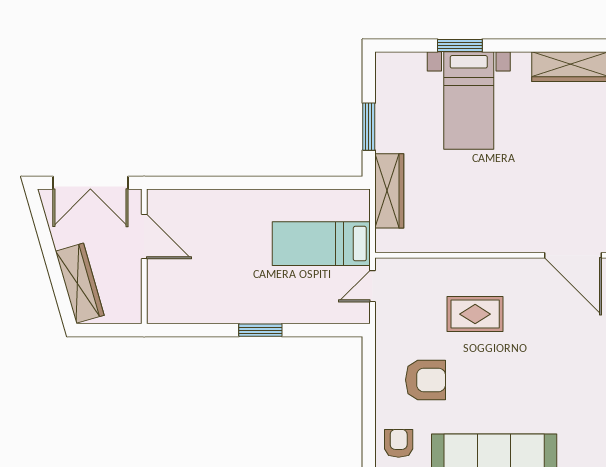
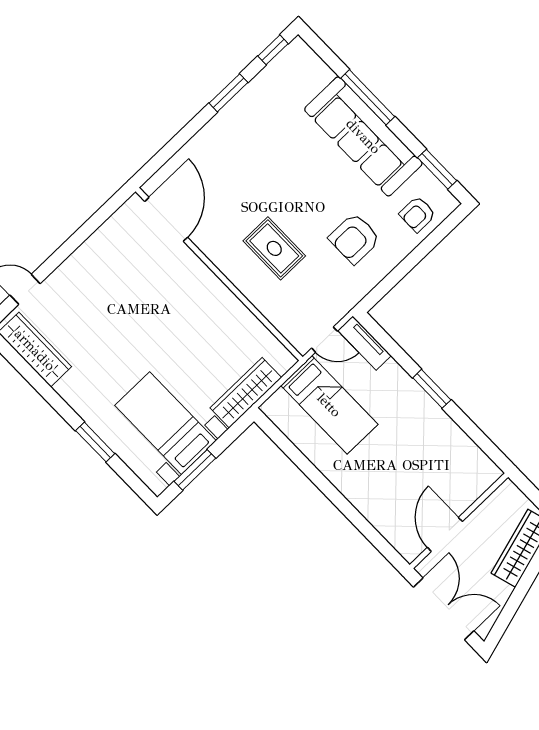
bed with nightstands: (469, 101) -> (165, 423), moved, turned -90
window: (369, 127) -> (195, 470), moved
tv unit: (342, 313) -> (365, 343), added
armchair: (425, 380) -> (354, 238), turned -90

